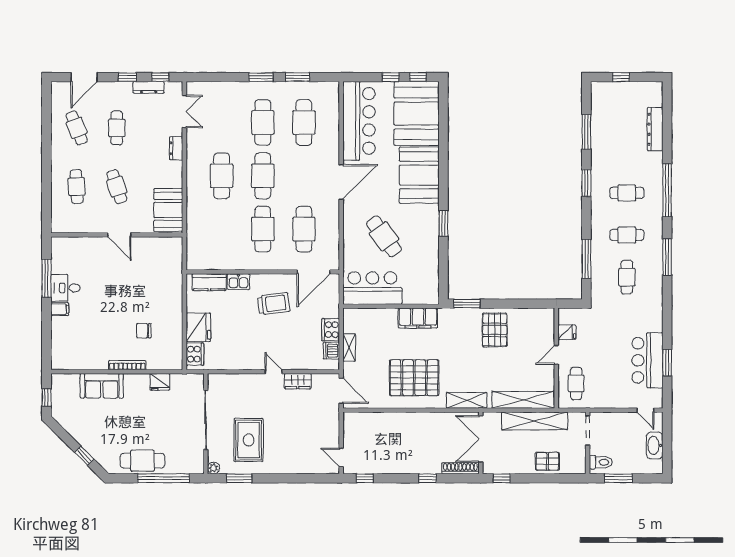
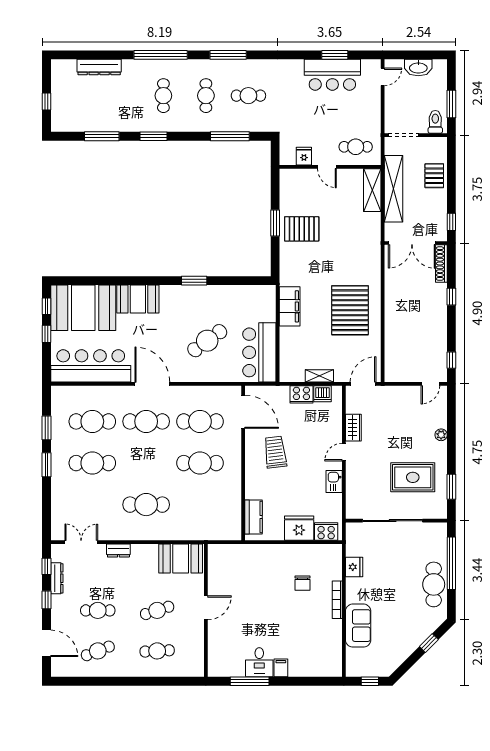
booth: (419, 175) -> (138, 299), width x0.73, depth x0.70
cafe table: (263, 176) -> (146, 421), moved
kitchen sink: (238, 282) -> (334, 482), moved, turned 180
window: (467, 304) -> (275, 223), moved
shelving: (467, 400) -> (373, 257), removed
shelving: (523, 400) -> (372, 190), width x0.68
plant: (213, 468) -> (441, 435), moved

